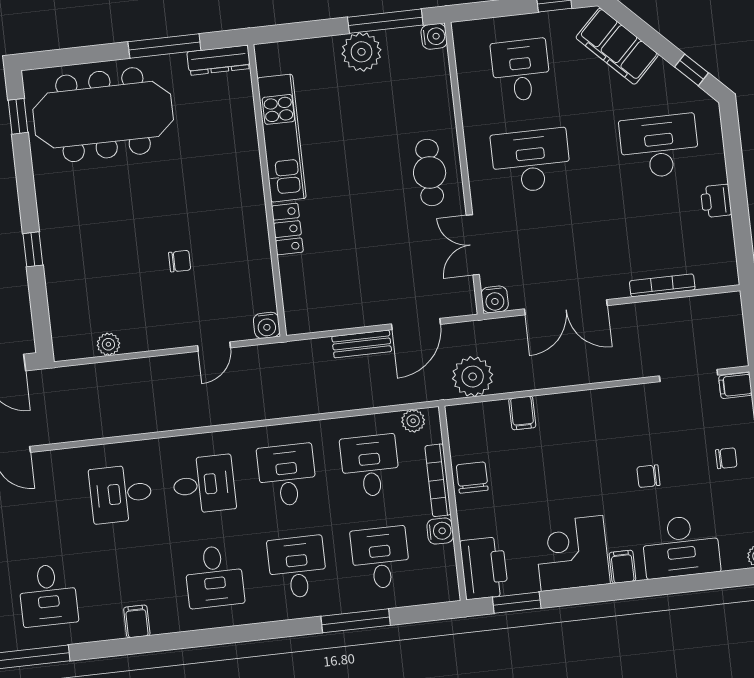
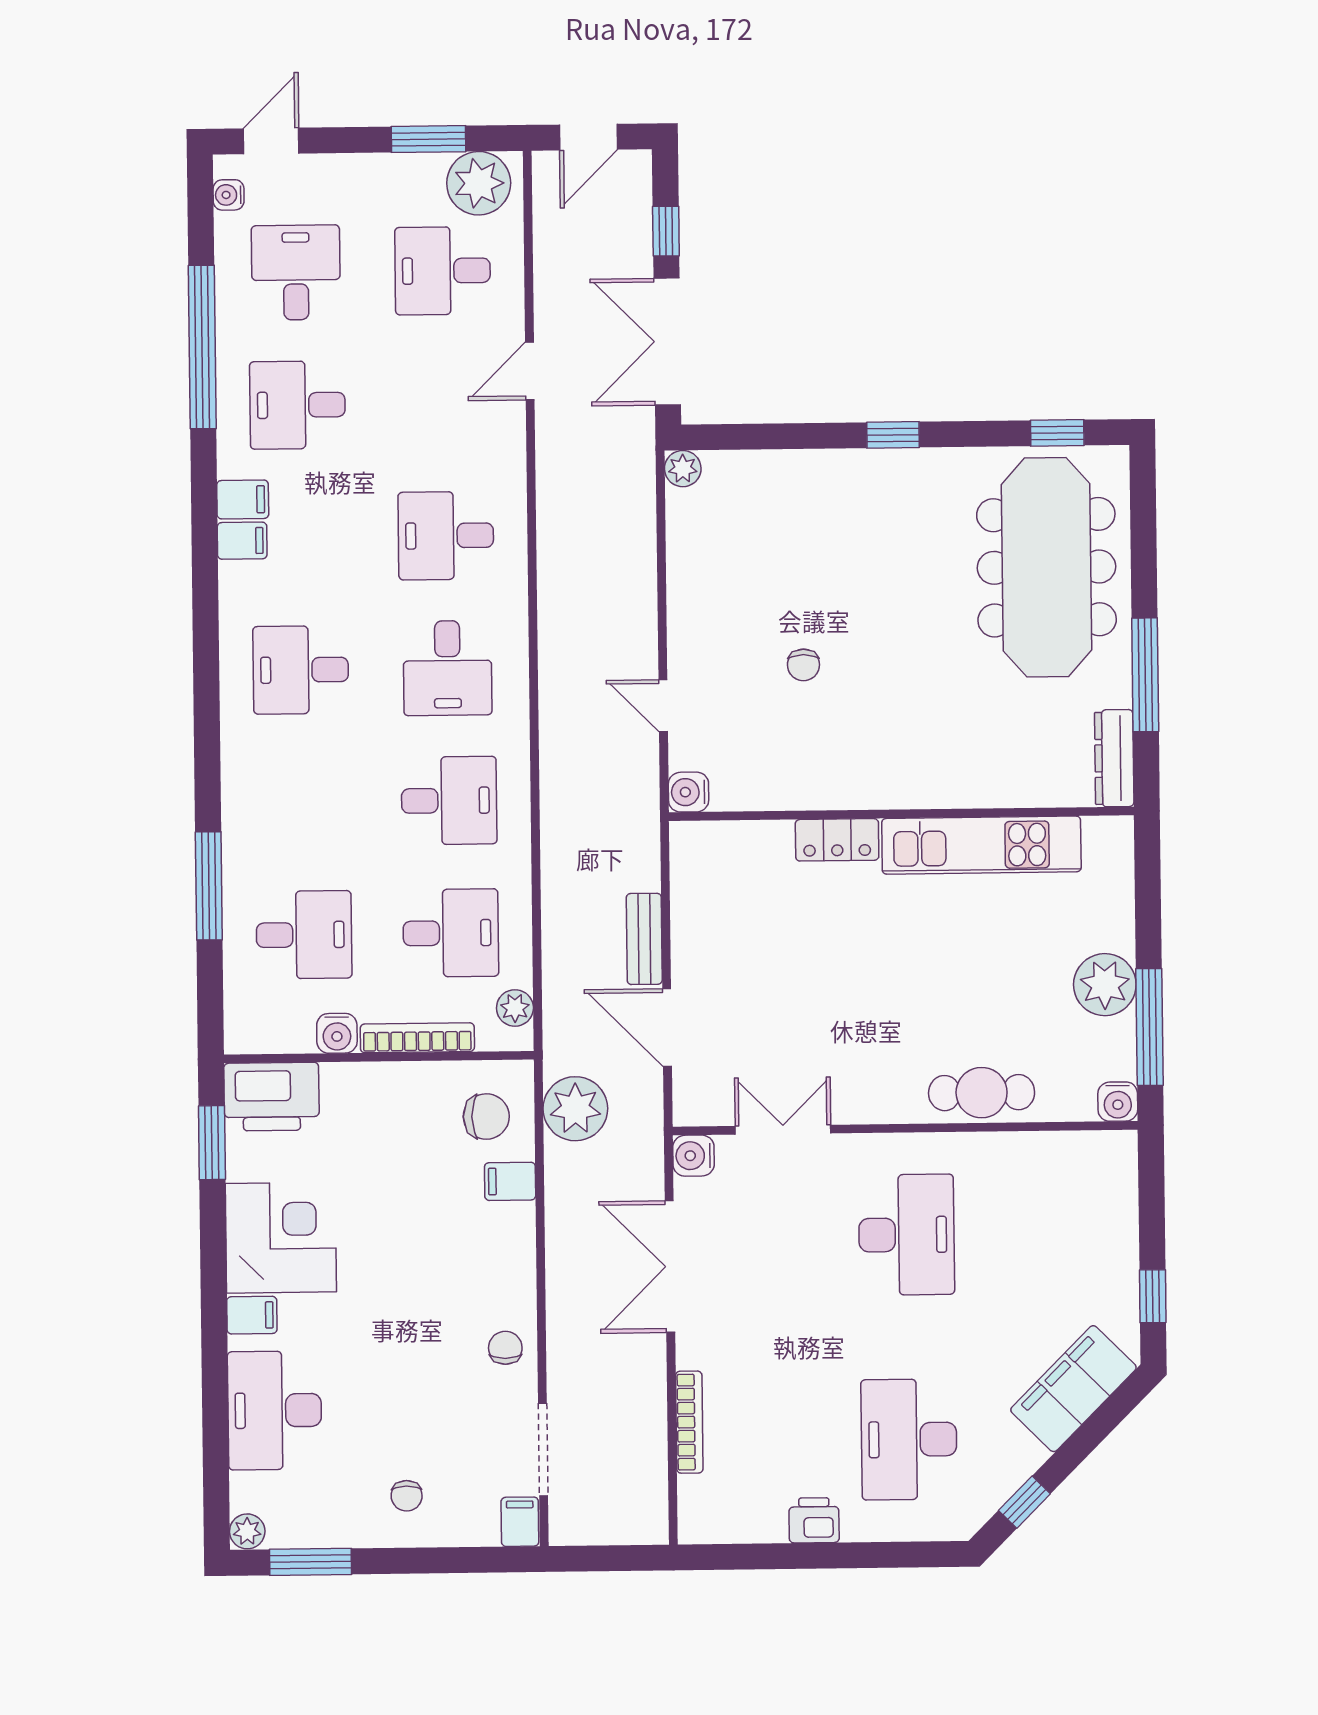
desk: (521, 70) -> (1051, 1233), removed
desk: (659, 146) -> (909, 1439), turned 180
cafe table: (430, 172) -> (982, 1093), moved
window: (33, 249) -> (893, 435), moved
plant: (108, 344) -> (683, 469), moved
chair: (648, 476) -> (505, 1348), moved
chair: (472, 478) -> (486, 1117), moved
desk: (121, 494) -> (446, 536), turned -90
desk: (297, 567) -> (302, 802), removed
filing cabinet: (111, 624) -> (243, 499), added

